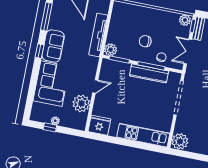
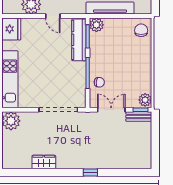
chair: (145, 41) -> (141, 30), moved
kitchen counter: (149, 73) -> (79, 40), moved

